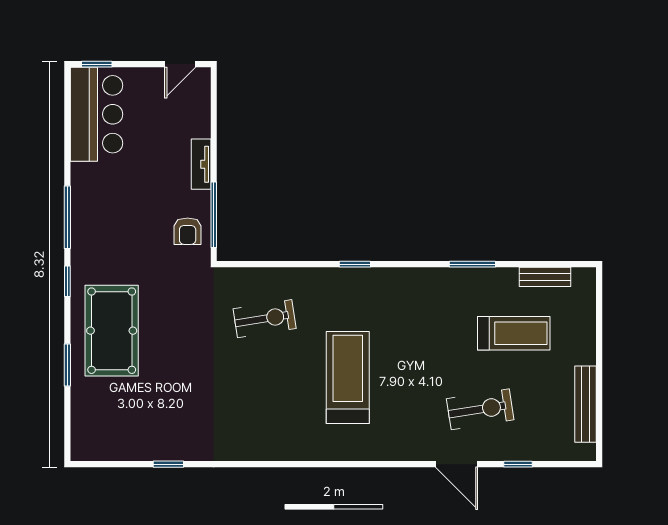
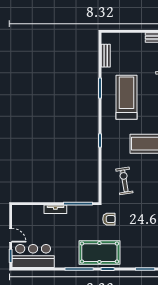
door: (180, 64) -> (11, 235), moved
armchair: (188, 231) -> (109, 219), moved
pool table: (112, 331) -> (99, 253), moved
treadmill: (514, 333) -> (127, 97), moved, width x1.37, depth x1.38

